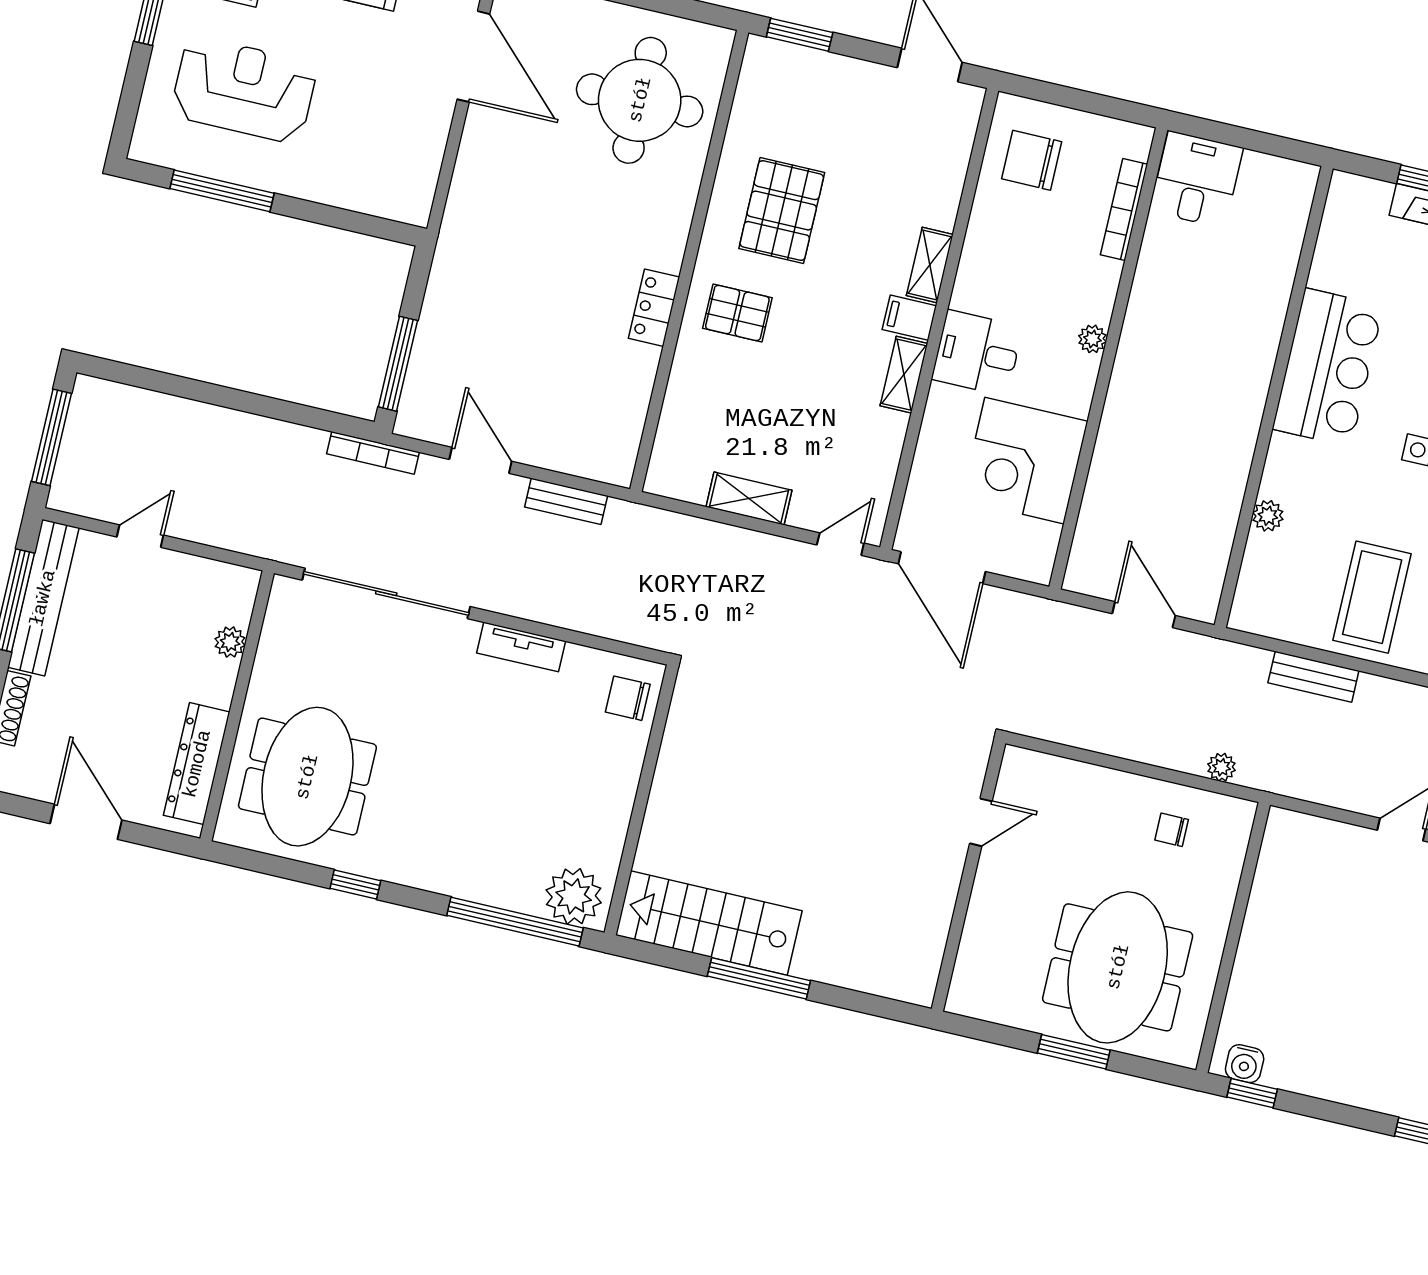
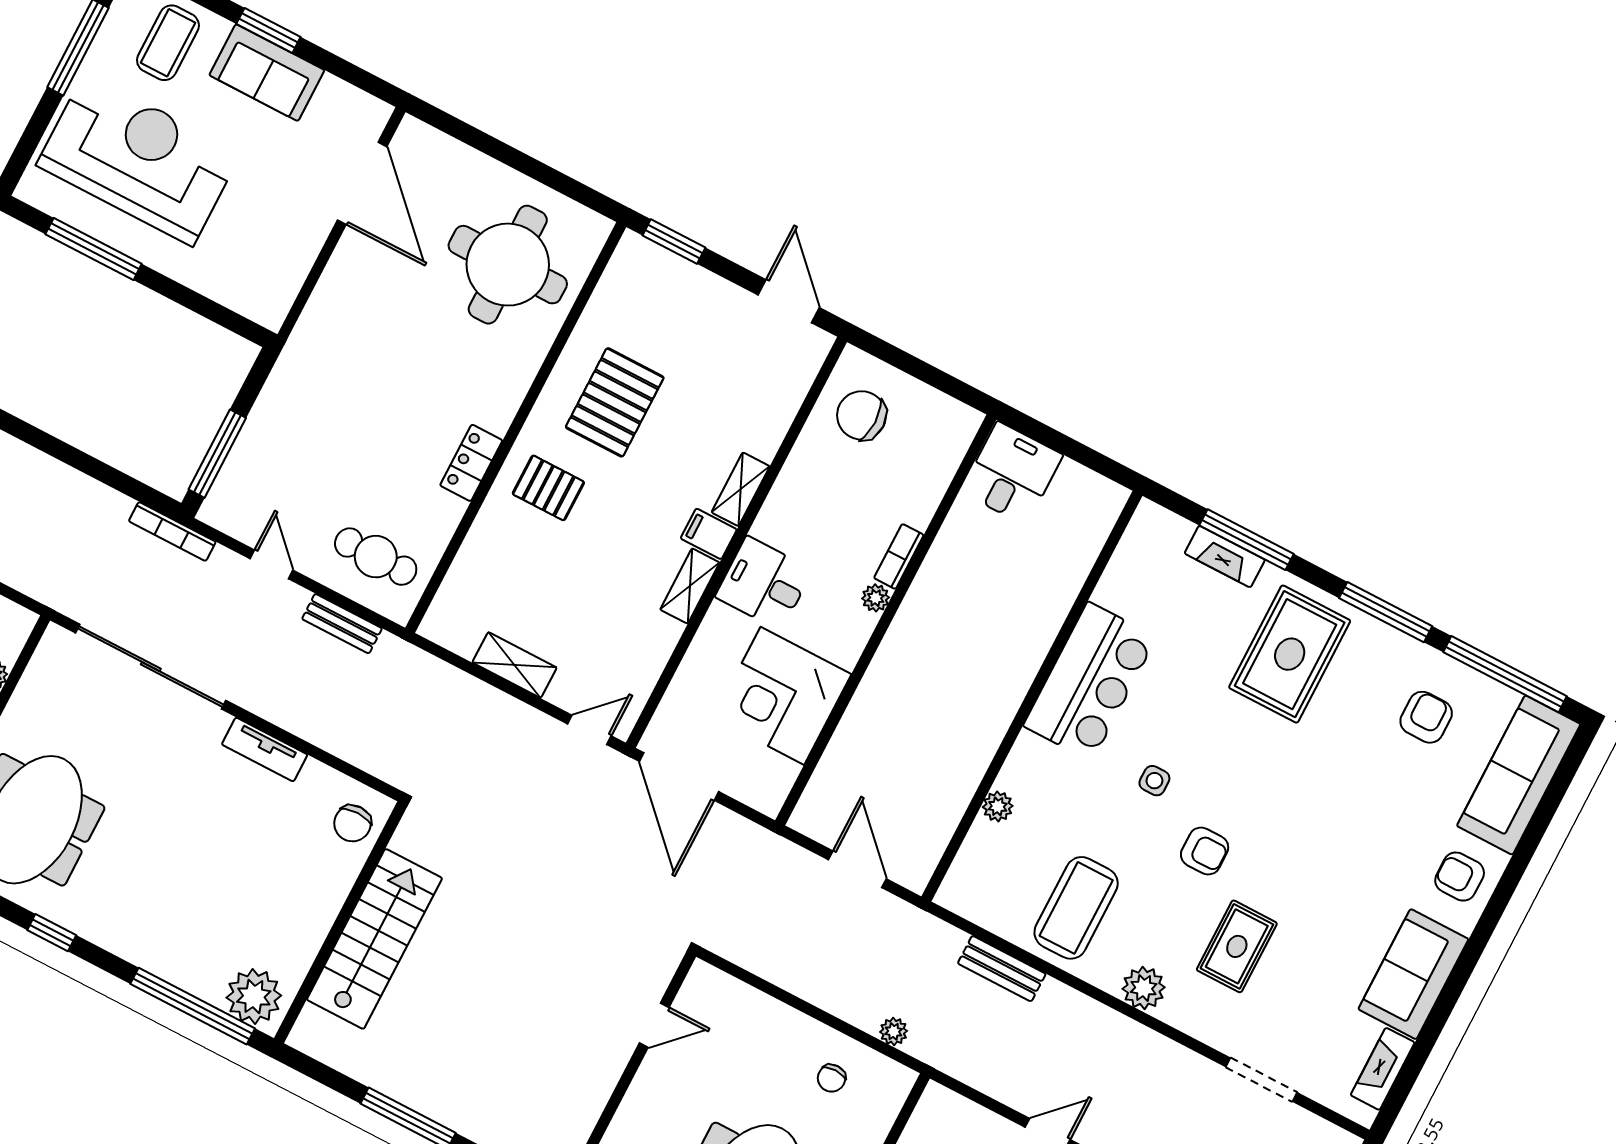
reception desk: (244, 90) -> (139, 159), width x1.36, depth x1.30
bookcase: (1124, 209) -> (899, 556), moved, width x0.64
cafe table: (583, 426) -> (376, 557), added
door: (481, 460) -> (271, 564), width x0.73
chair: (628, 698) -> (352, 823), turned -90
chair: (1172, 830) -> (832, 1078), turned -90
stairs: (709, 923) -> (374, 939), moved, turned 90

